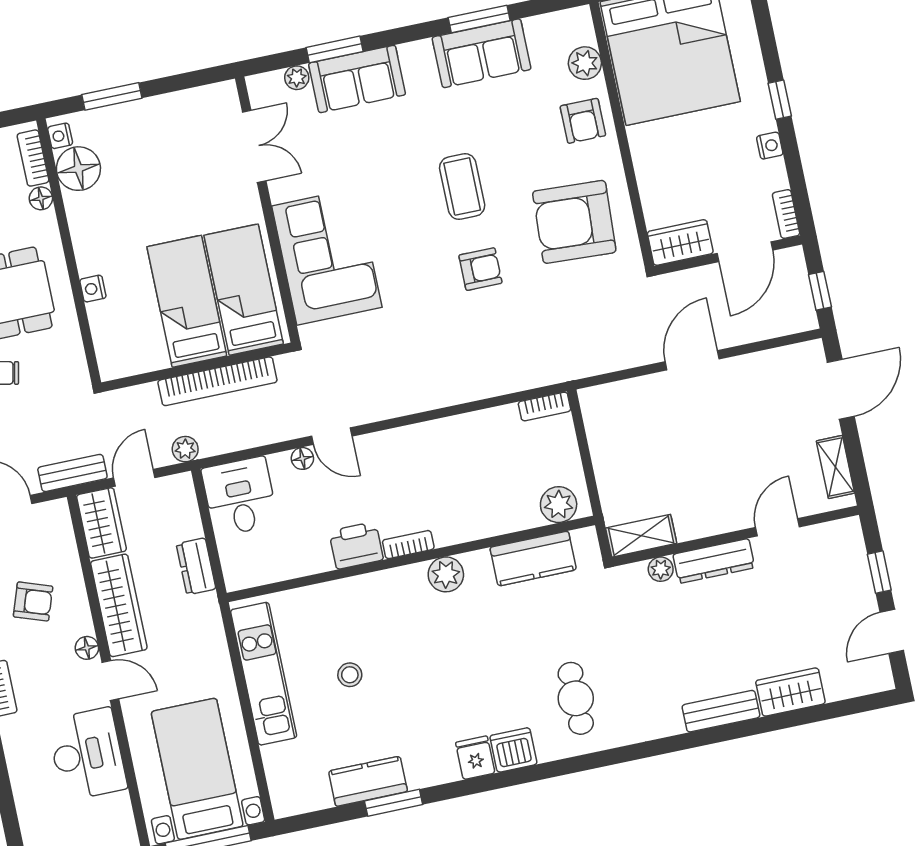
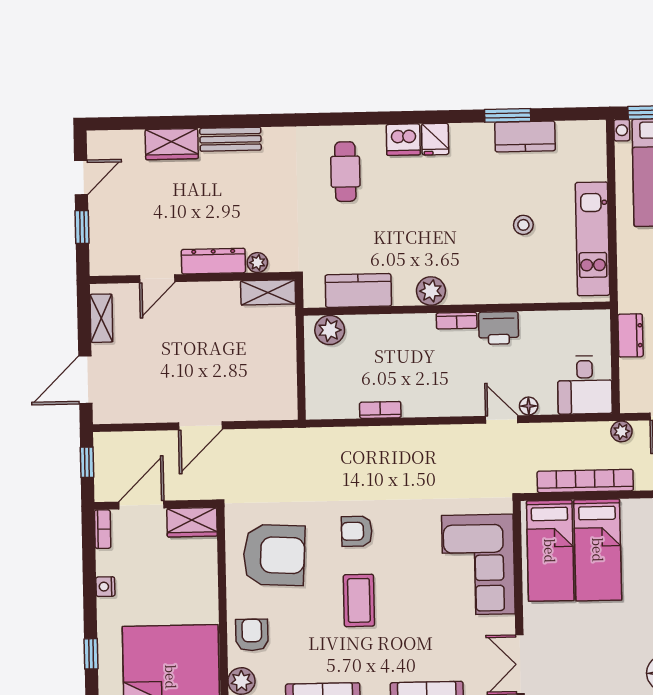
window: (780, 100) -> (91, 654), moved
bookcase: (544, 406) -> (380, 410), moved

